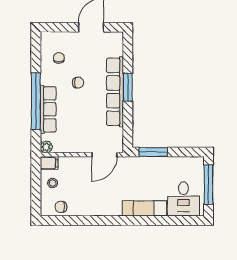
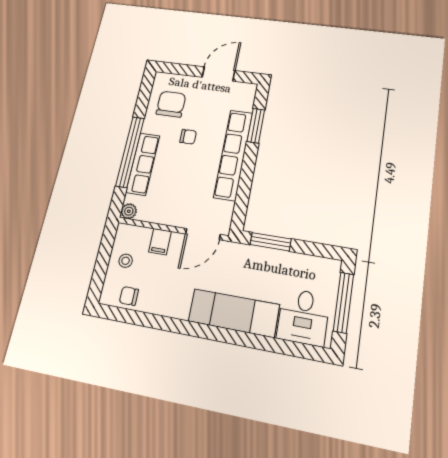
chair: (59, 58) -> (171, 104), width x1.87, depth x1.87
window: (128, 87) -> (256, 126), moved
filing cabinet: (49, 163) -> (160, 242), moved, turned 90
exam couch: (144, 208) -> (234, 313), width x1.36, depth x1.45

